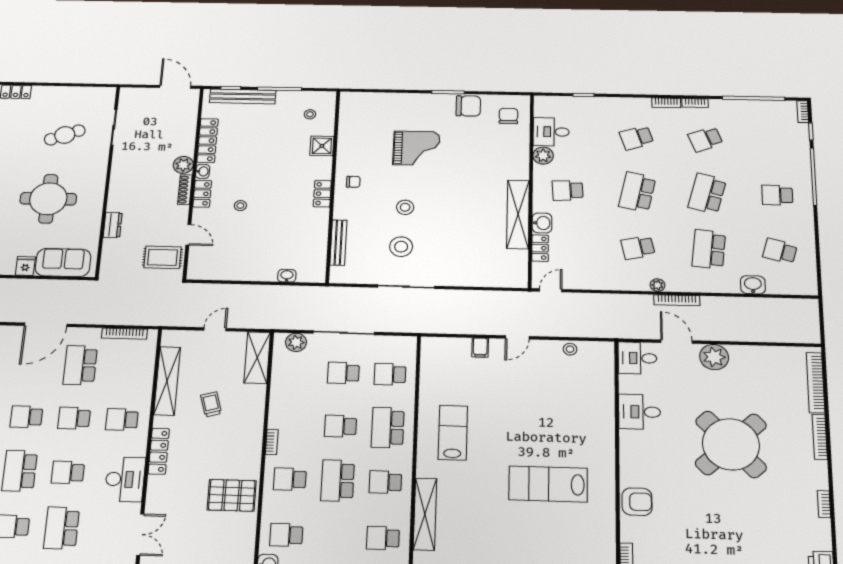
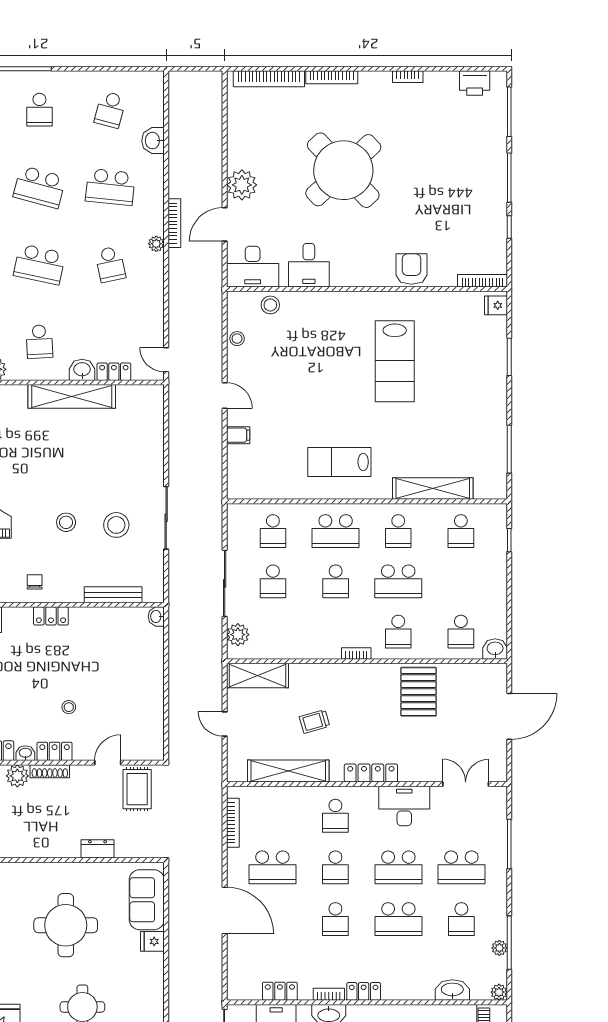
washbasin: (287, 276) -> (156, 616), moved
desk: (637, 358) -> (253, 267), width x1.37
stool: (602, 378) -> (270, 305), added
school desk: (68, 472) -> (398, 867), width x1.85

